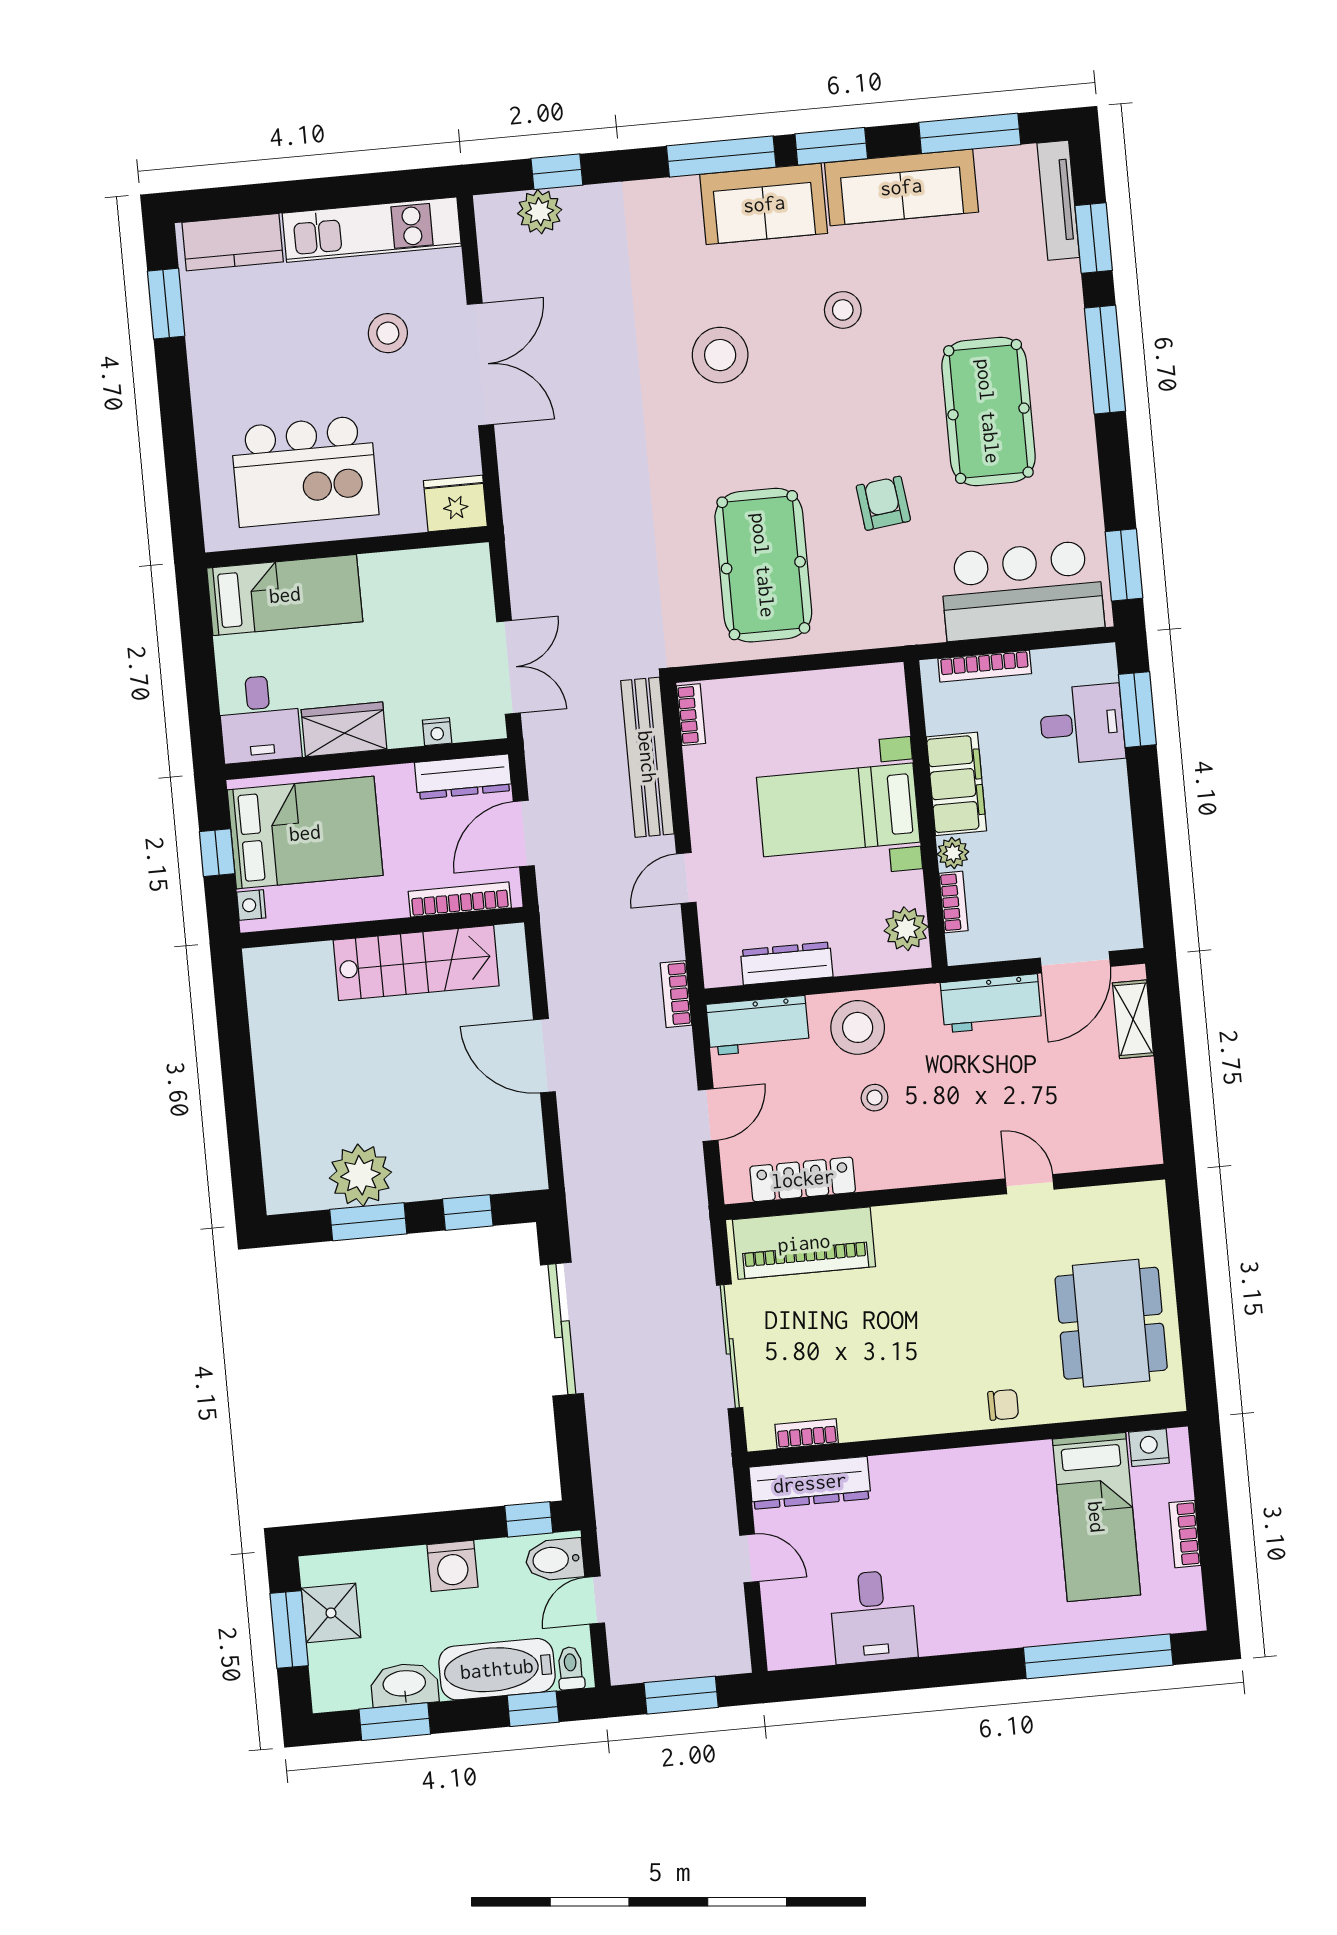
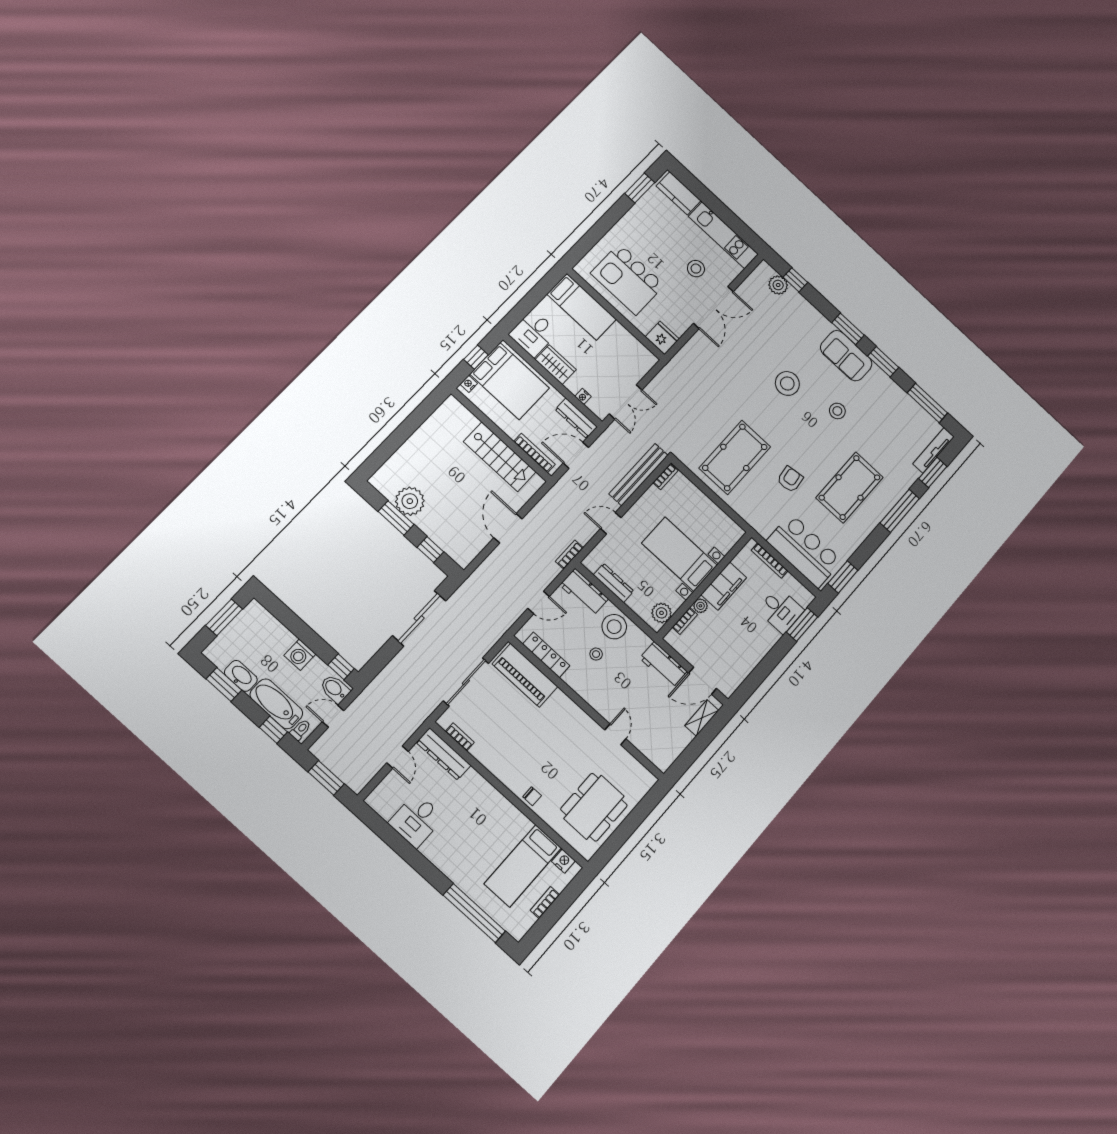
window: (721, 156) -> (848, 329), width x0.69
sofa: (901, 187) -> (891, 396), removed
shower: (331, 1613) -> (244, 627), removed

